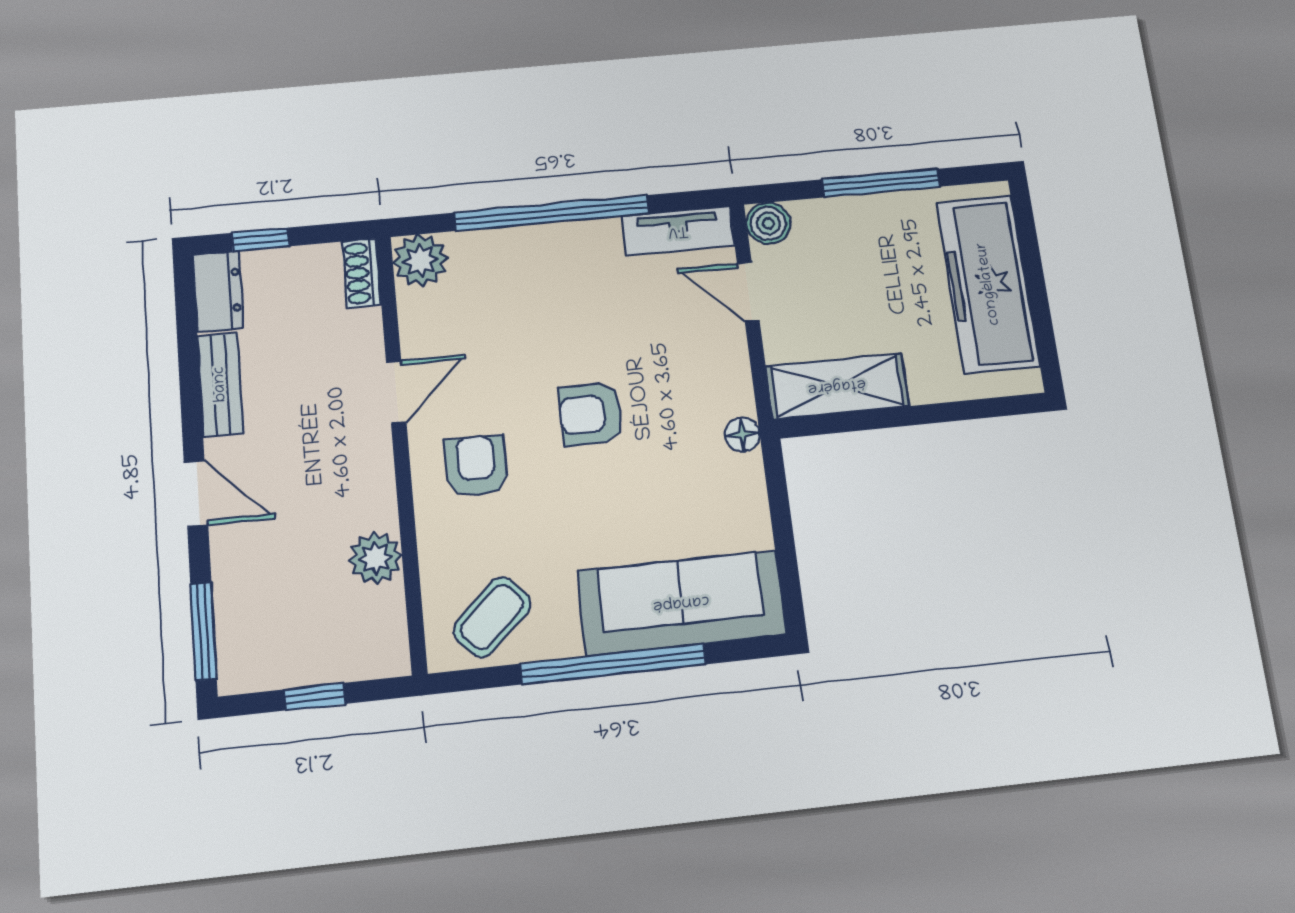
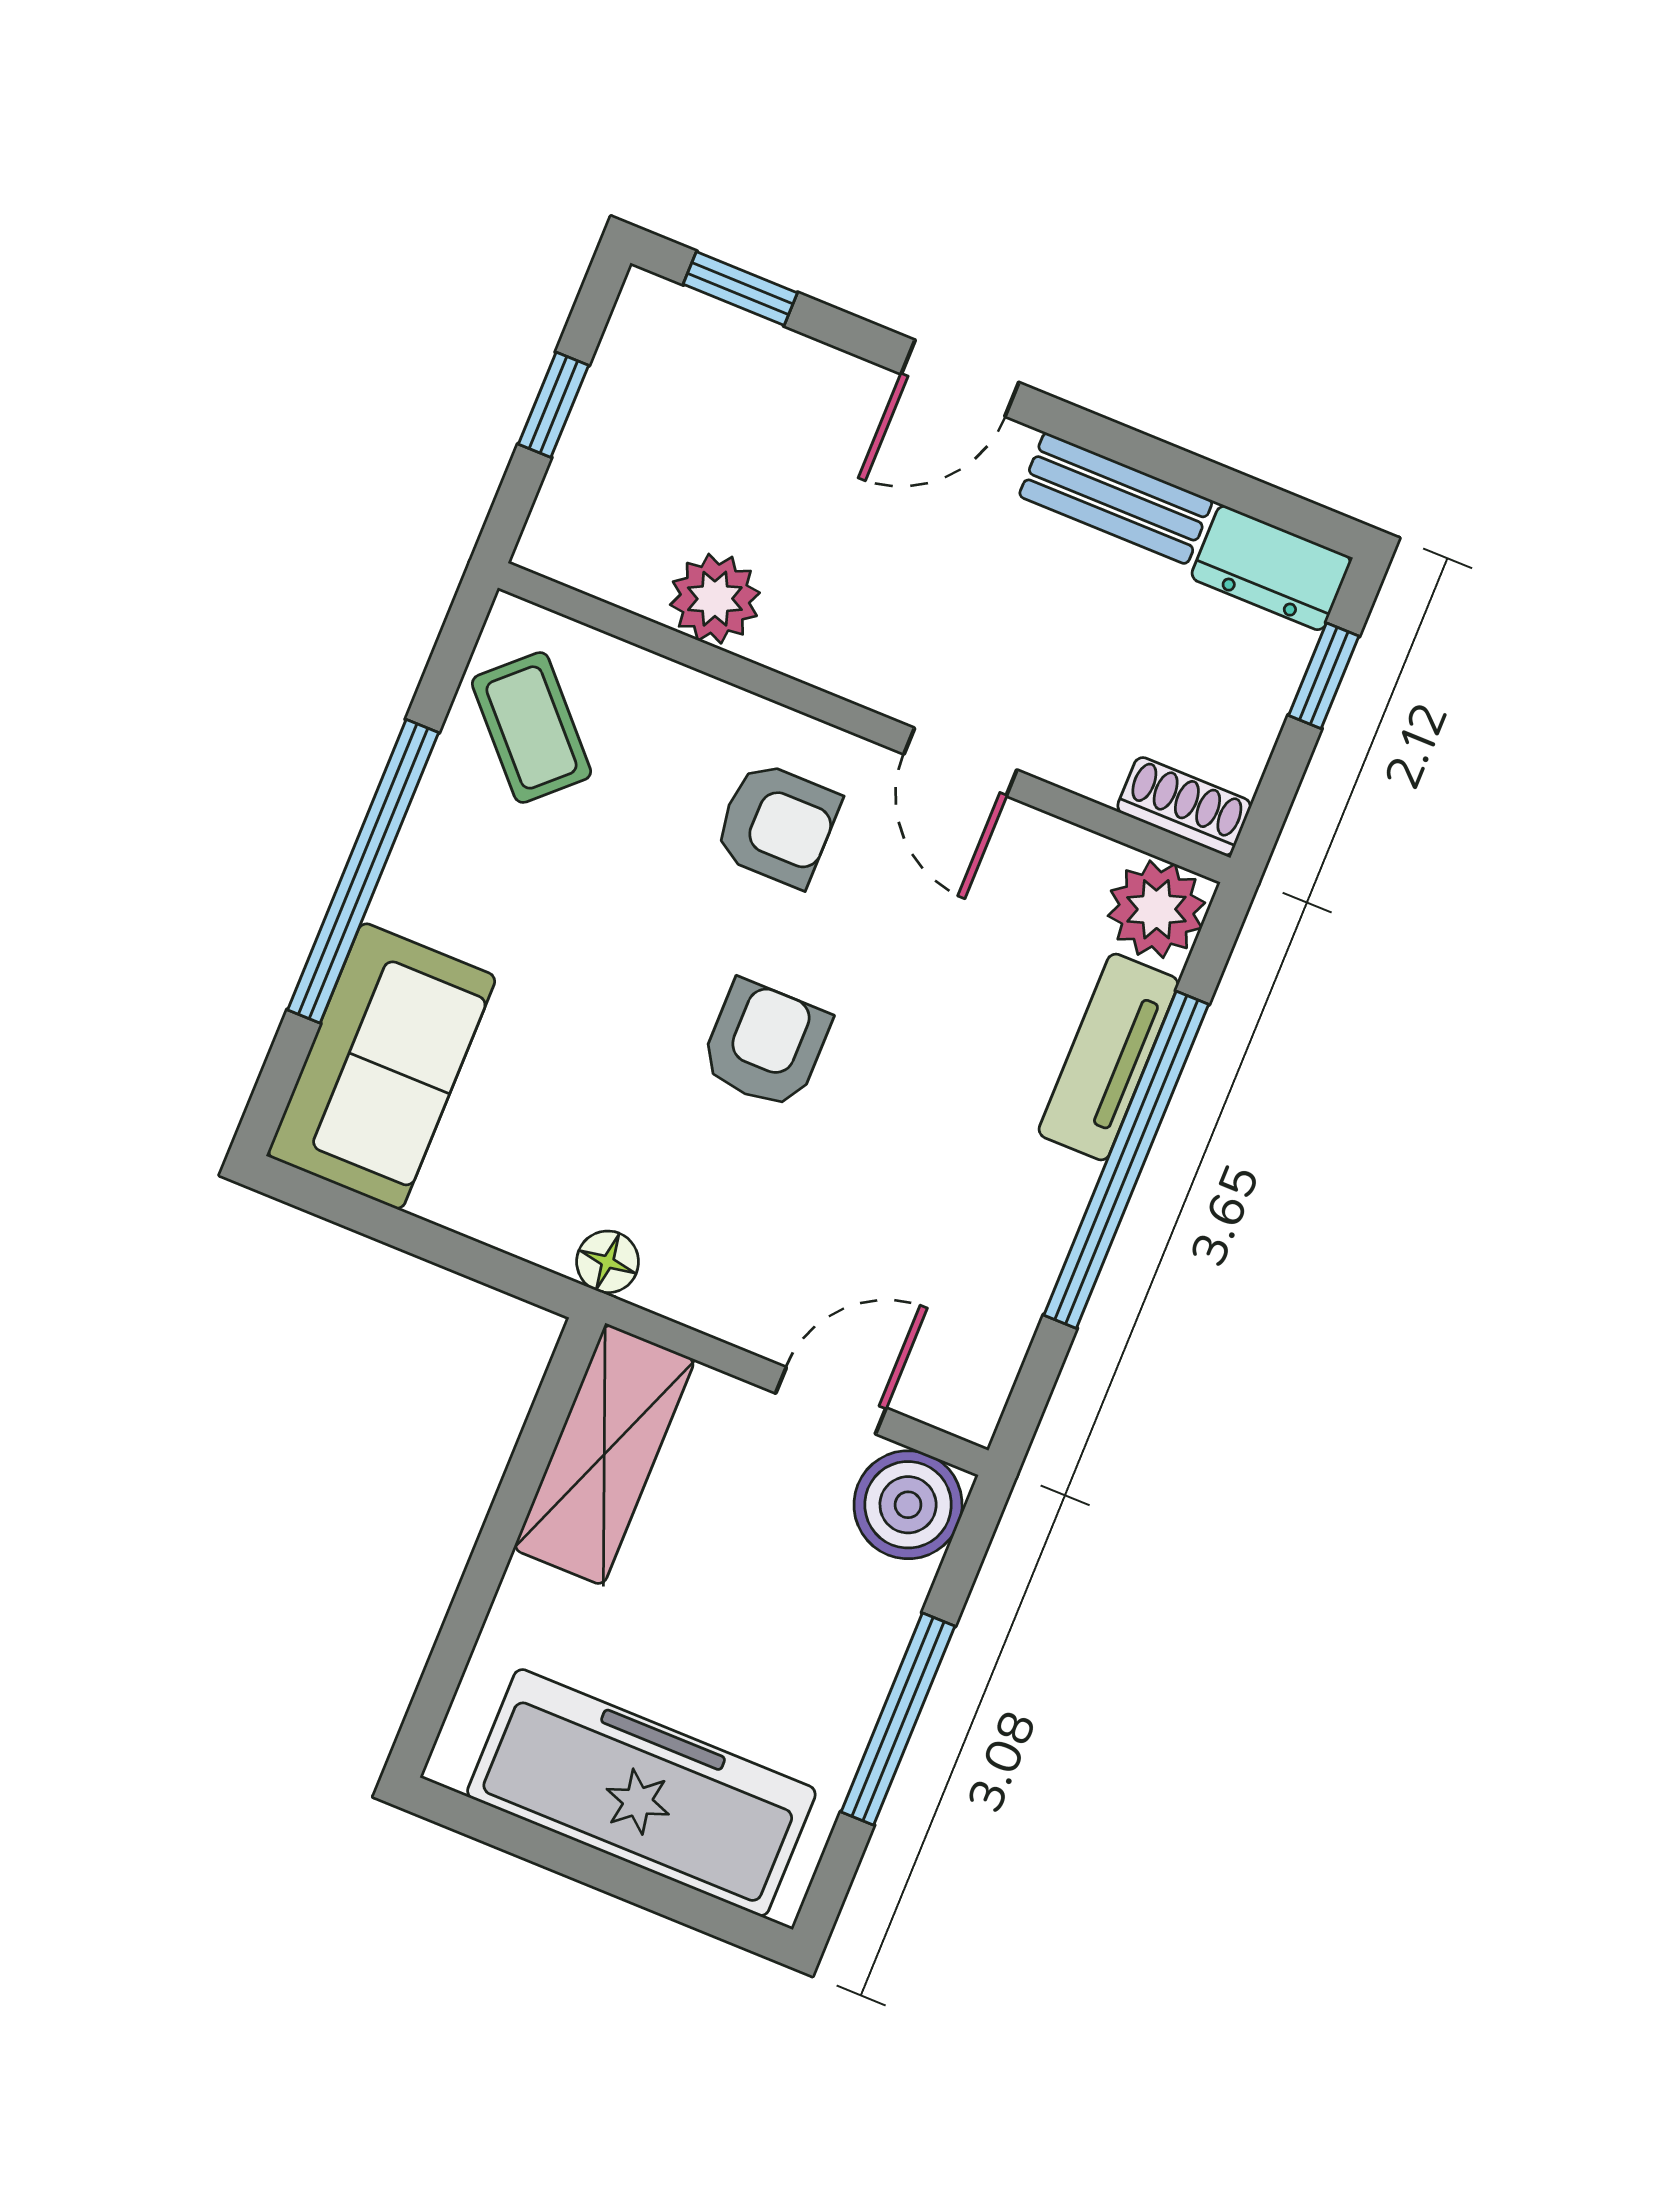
boiler: (768, 223) -> (908, 1505), width x1.36, depth x1.36
tv unit: (678, 231) -> (1108, 1057), moved
sofa: (681, 603) -> (382, 1066), width x0.73
window: (203, 631) -> (740, 289), width x0.67

